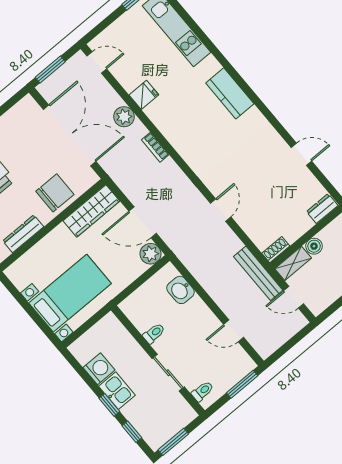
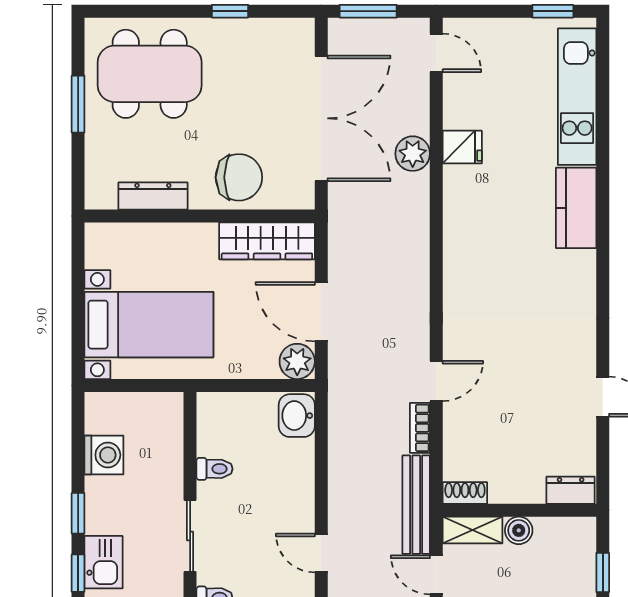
kitchen counter: (230, 93) -> (576, 208), moved
bookcase: (155, 147) -> (420, 428), moved
washbasin: (181, 290) -> (297, 416), moved
kitchen sink: (117, 391) -> (104, 562), moved

